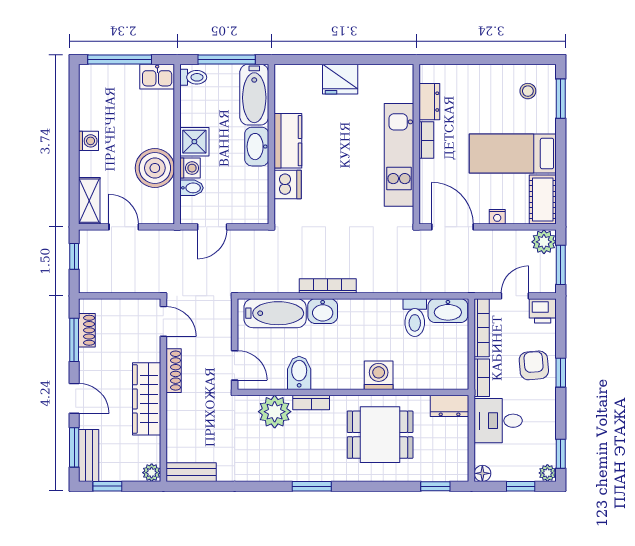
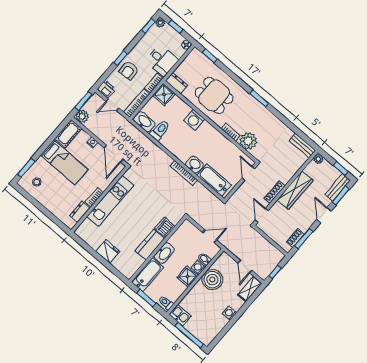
window: (227, 59) -> (146, 298), width x0.69
bidet: (299, 373) -> (225, 148), removed
shower: (453, 374) -> (164, 95), added

